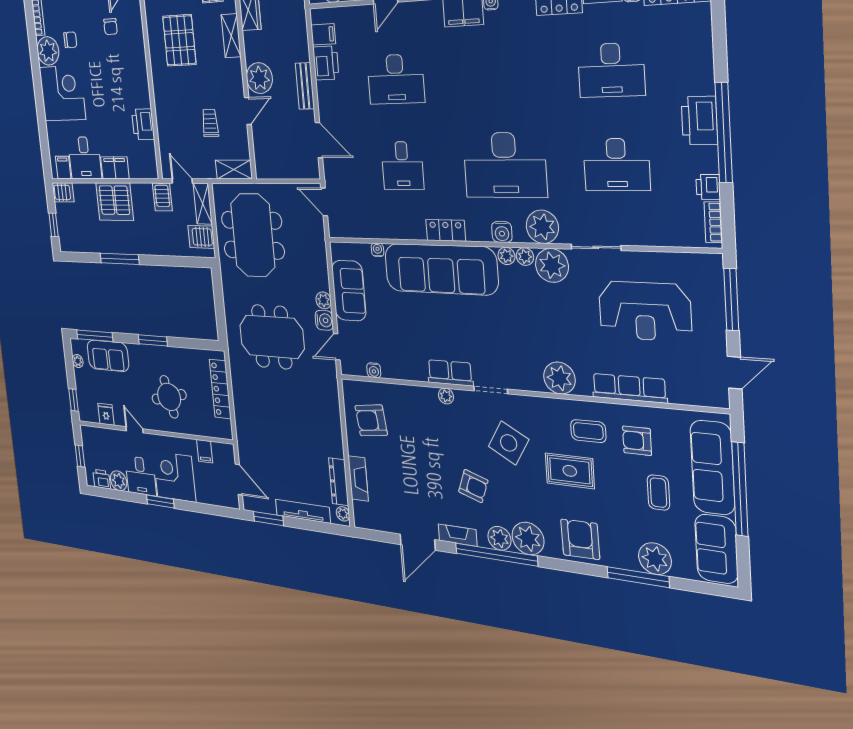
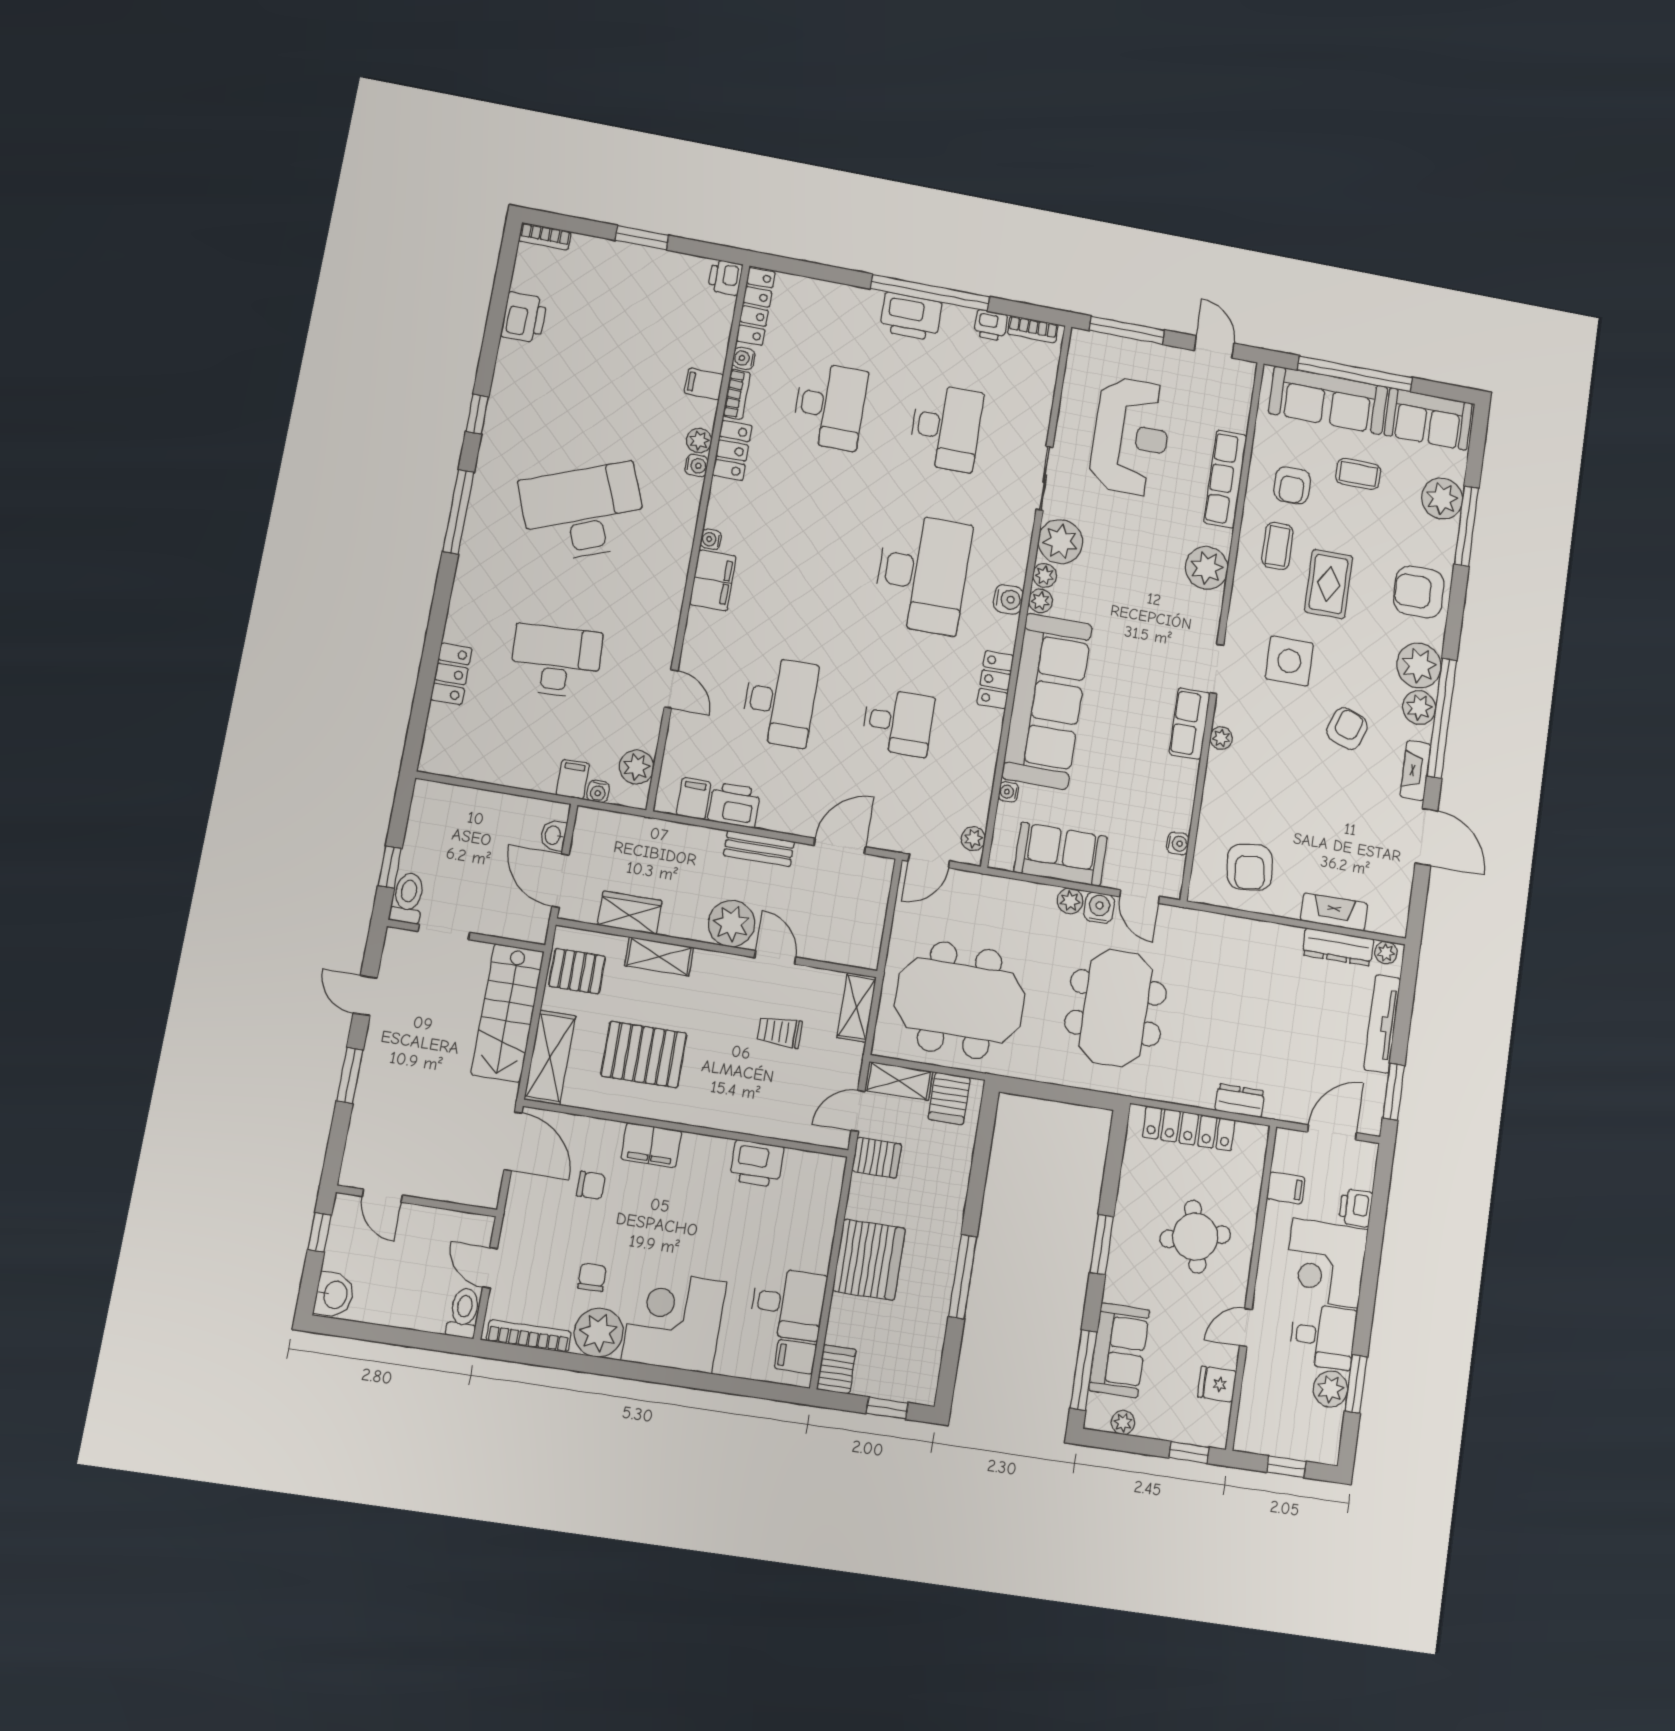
filing cabinet: (115, 168) -> (651, 1145), moved, turned -90
plant: (542, 227) -> (973, 839), moved, width x0.53, depth x0.53
dresser: (242, 420) -> (1240, 1101), added
side table: (509, 443) -> (1289, 661), turned -30
printer: (102, 479) -> (1356, 1208), moved
window: (160, 501) -> (1356, 1384), moved

